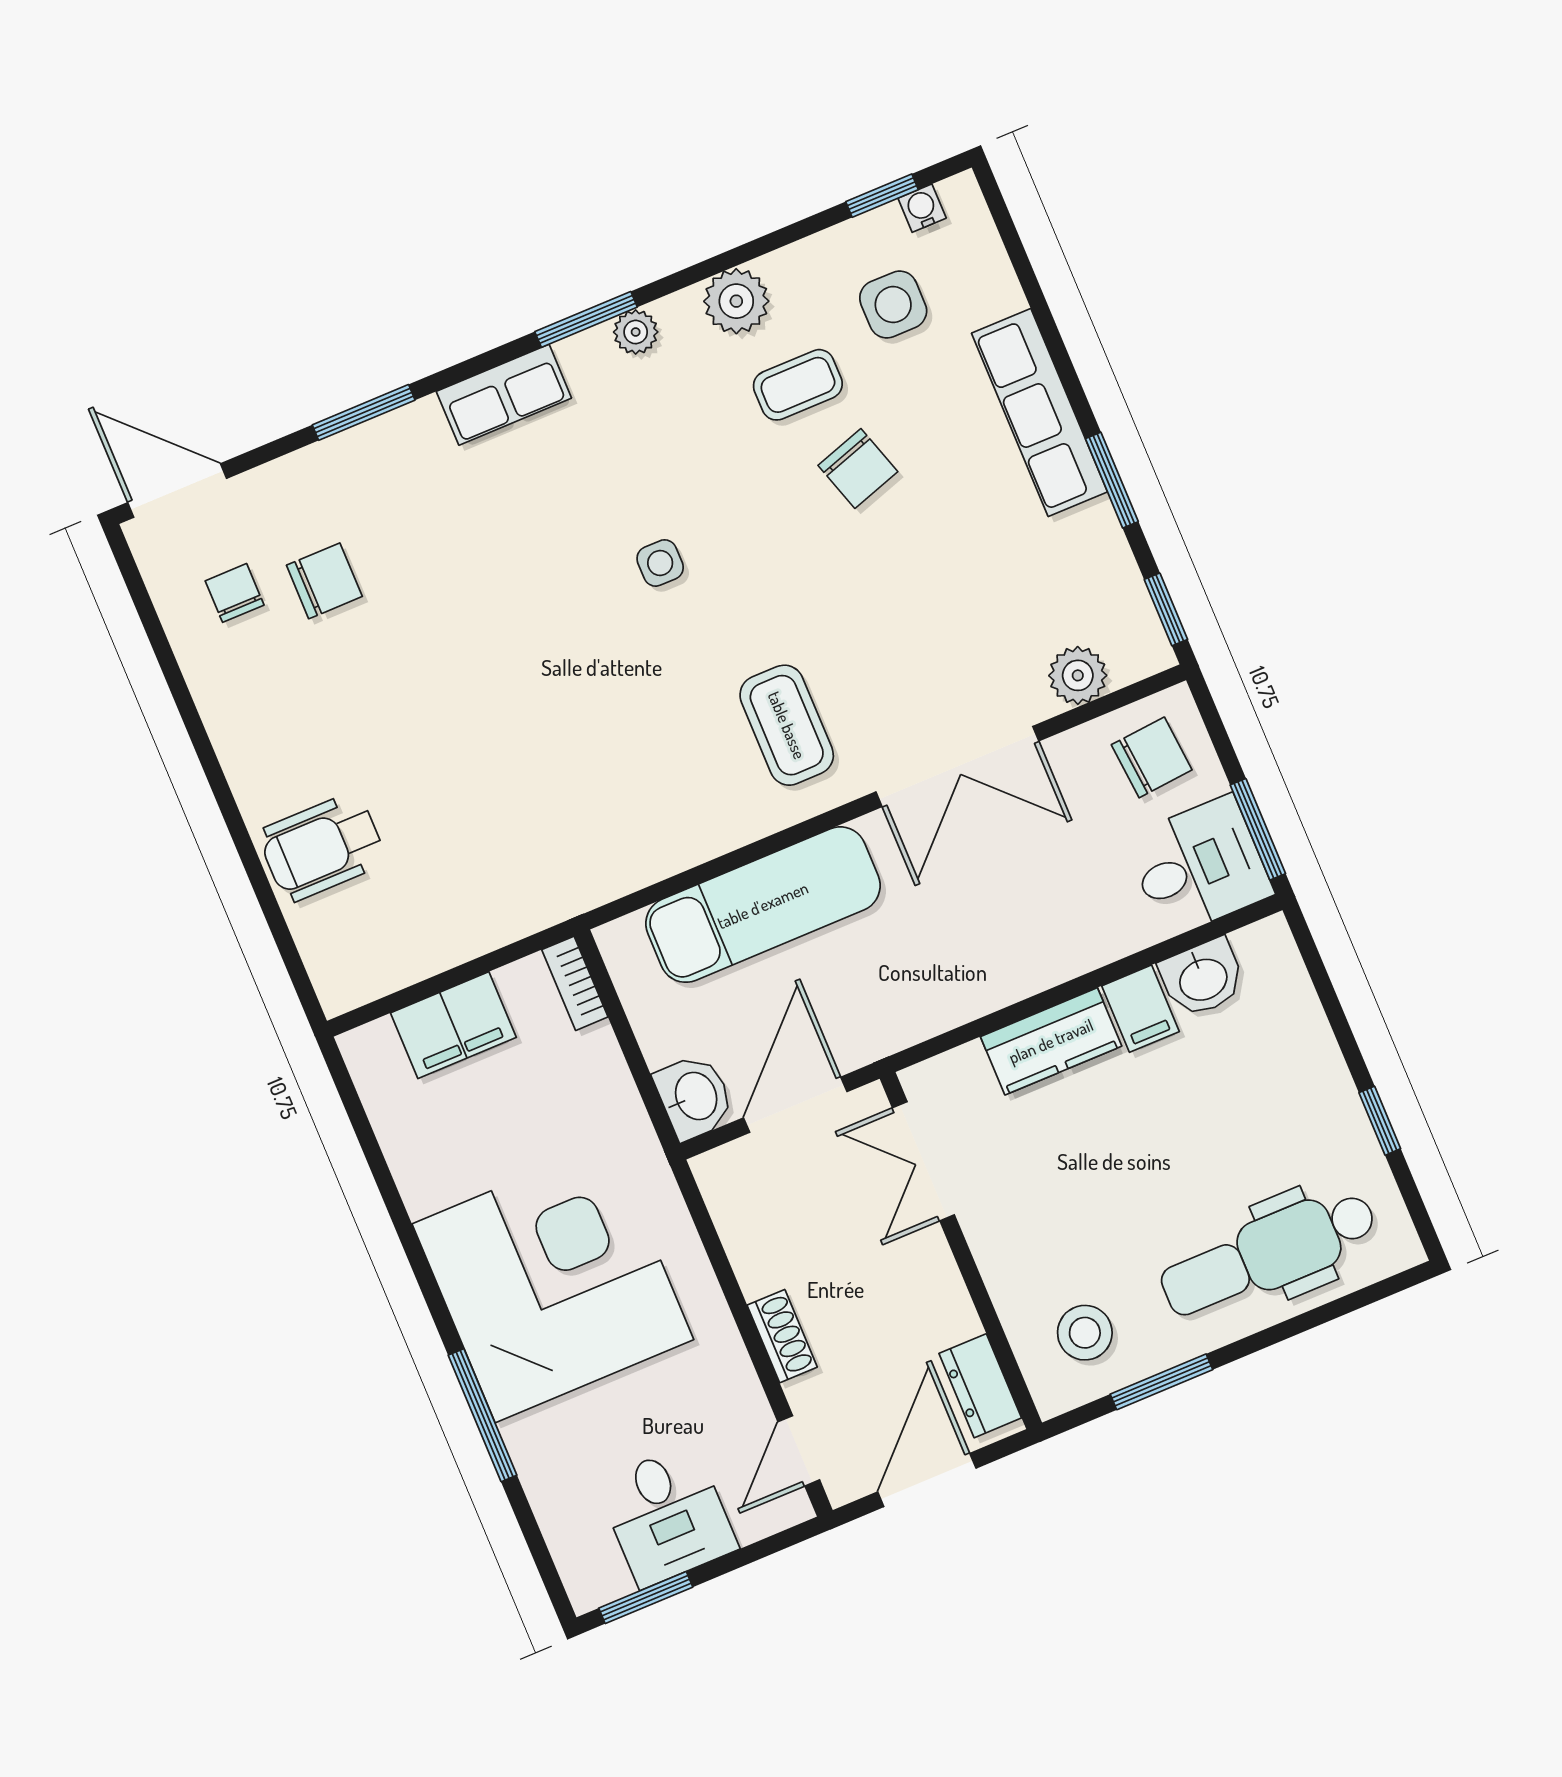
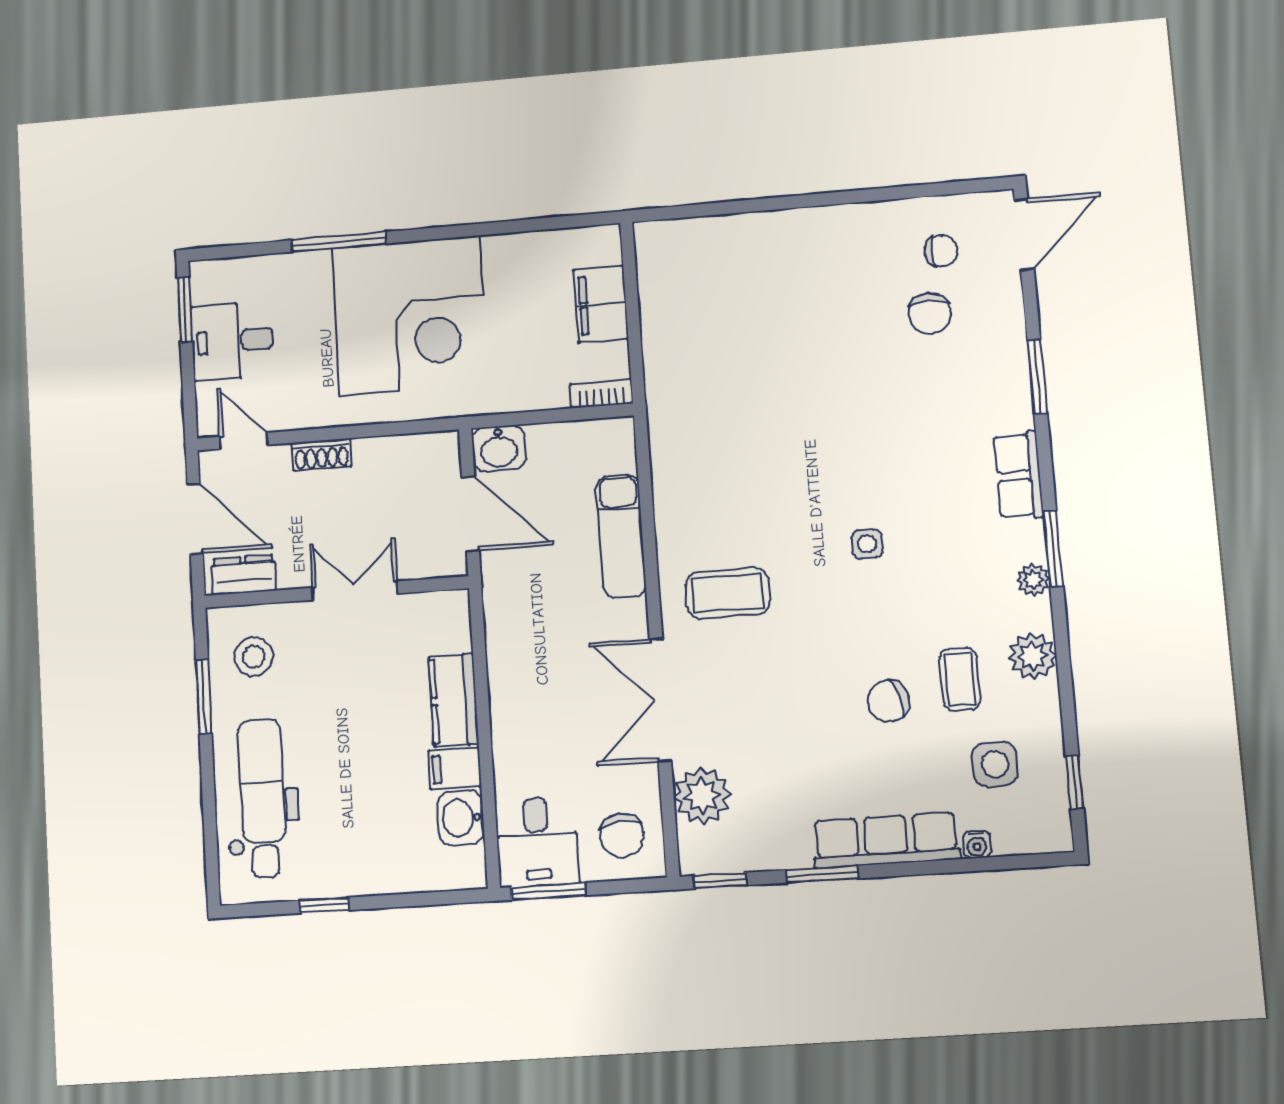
water cooler: (922, 208) -> (977, 844), moved, turned 90
plant: (1078, 675) -> (702, 796), width x1.36, depth x1.36
wheelchair: (322, 847) -> (749, 255), removed
exam couch: (763, 905) -> (621, 536), width x0.73, depth x0.69
double door: (923, 1161) -> (355, 591), moved

